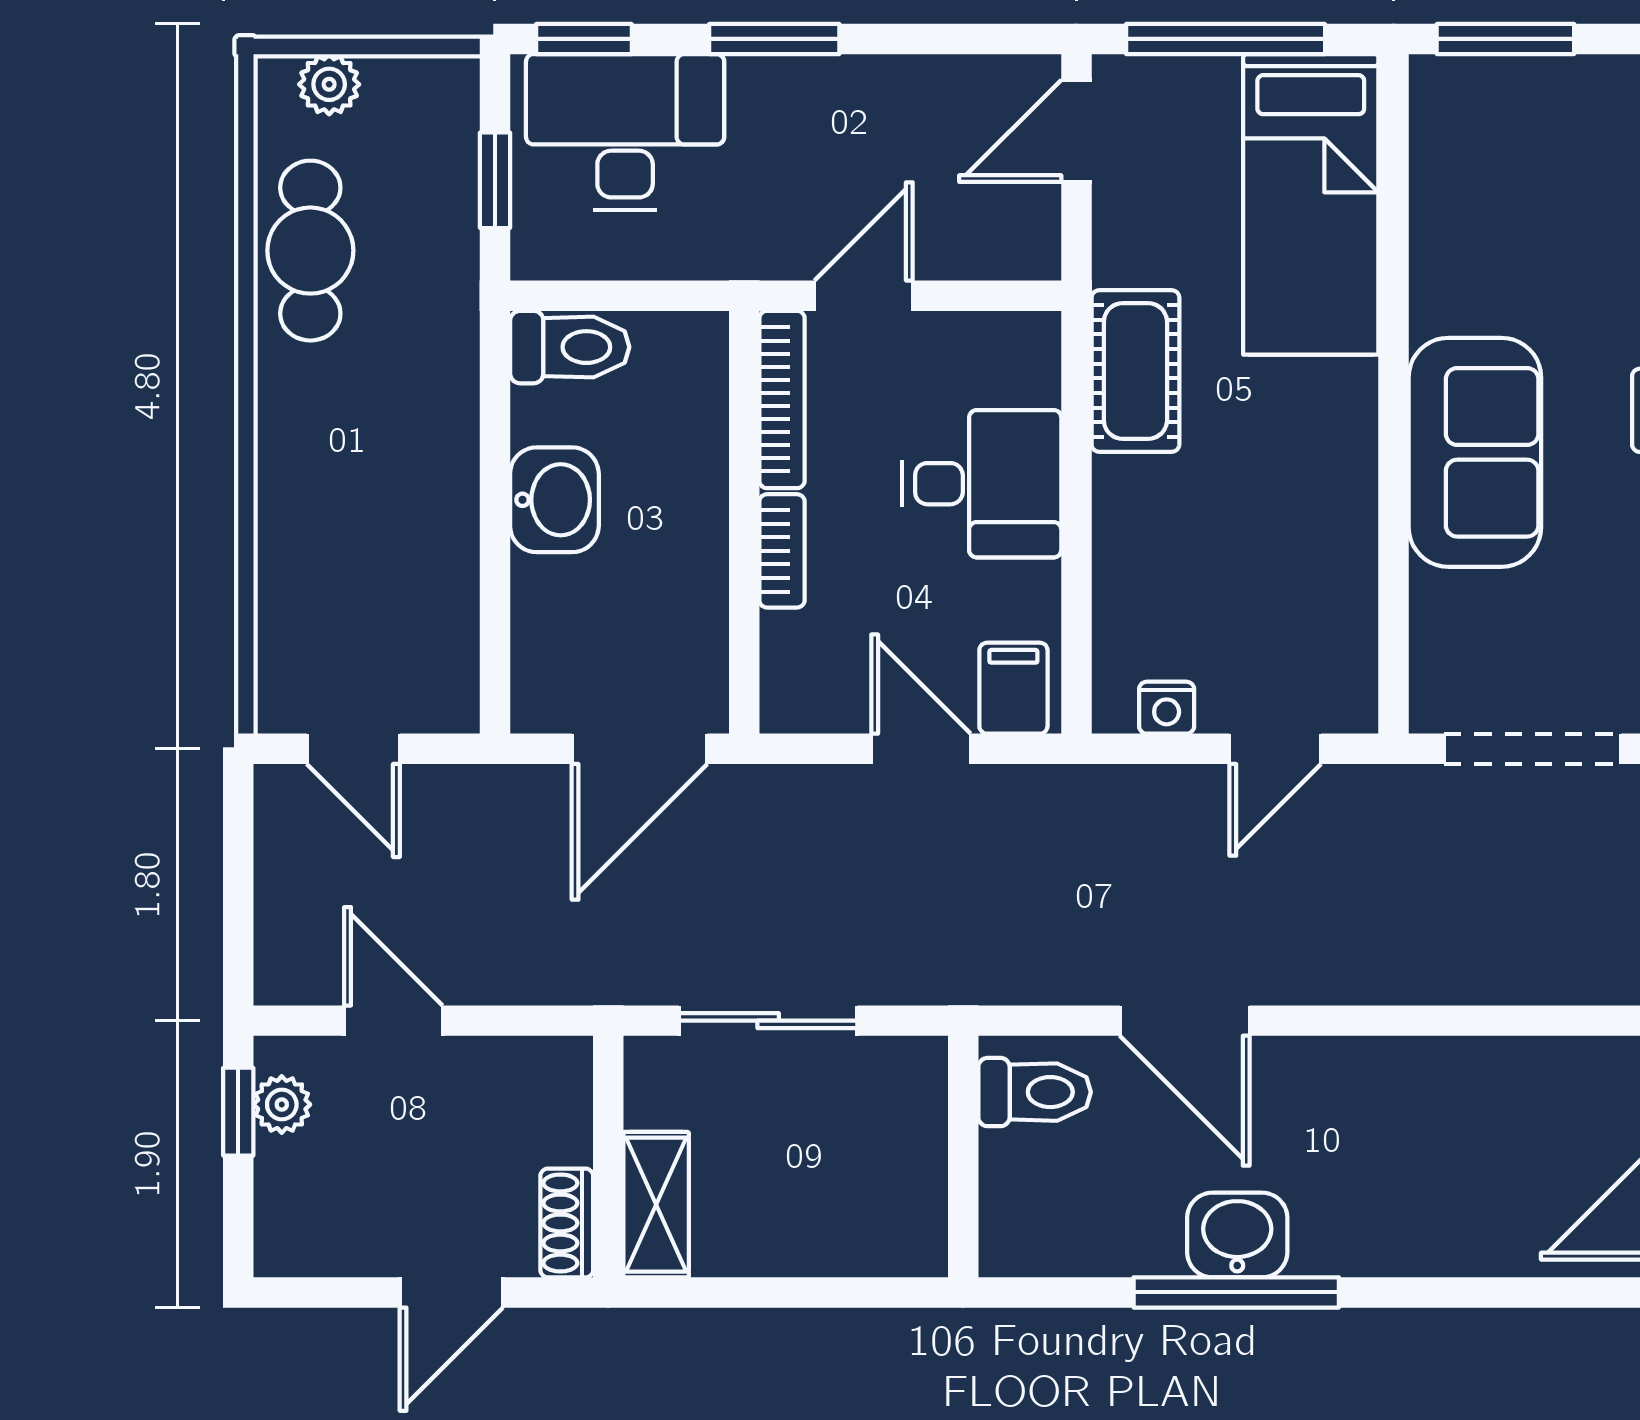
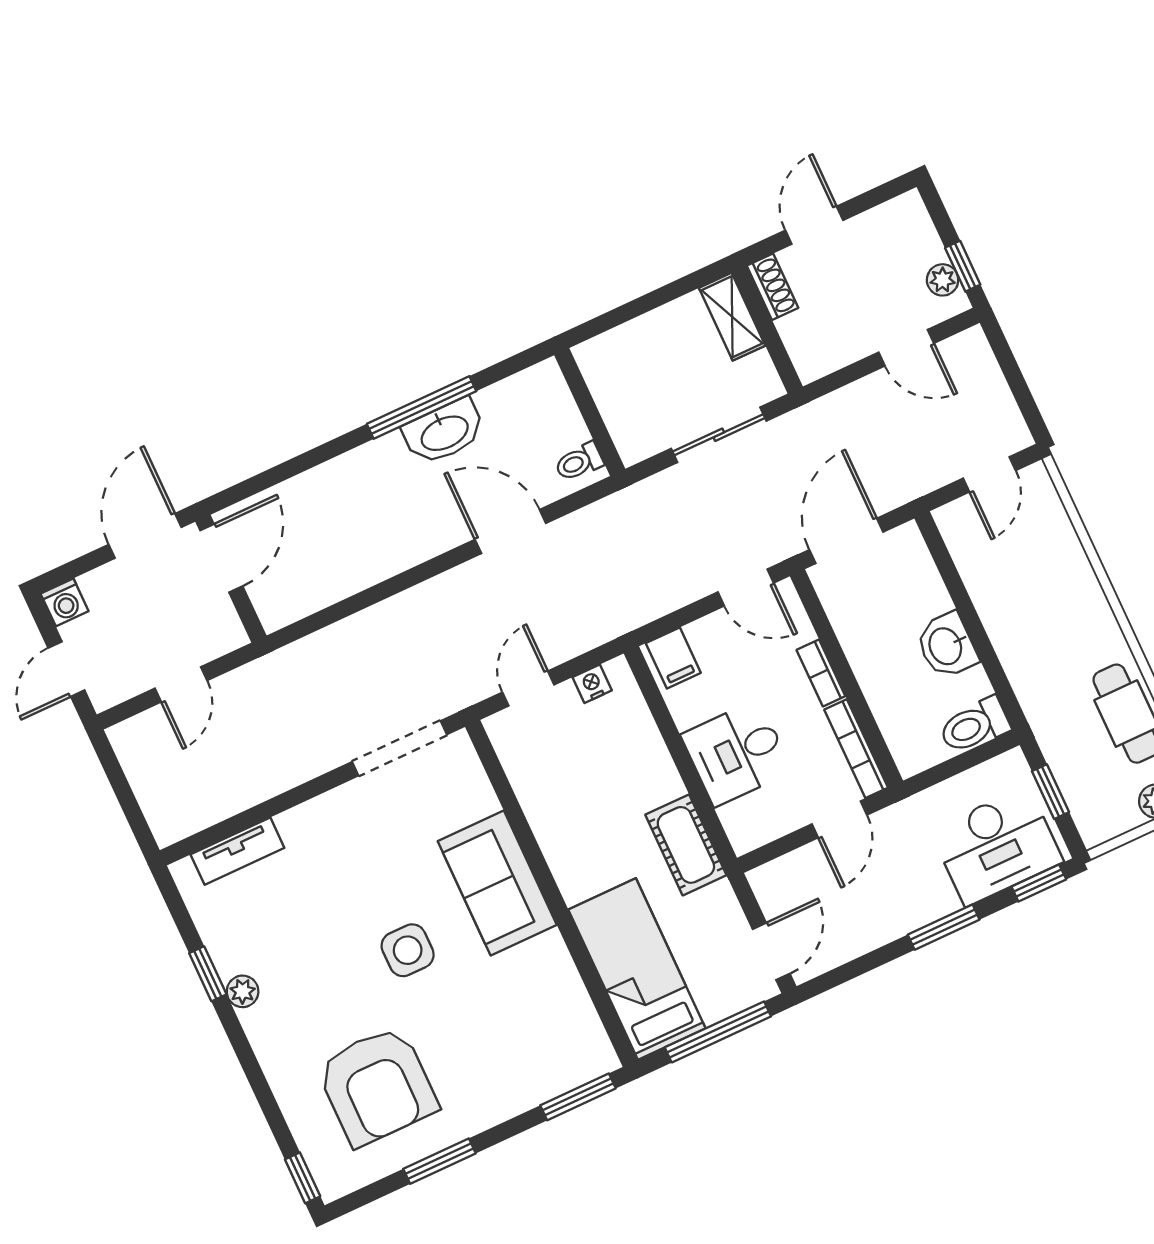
door: (353, 749) -> (989, 474), swing flipped
door: (921, 749) -> (746, 588), moved
toilet: (1035, 1092) -> (579, 462), width x0.73, depth x0.72
washbasin: (1237, 1235) -> (444, 432), width x1.38

